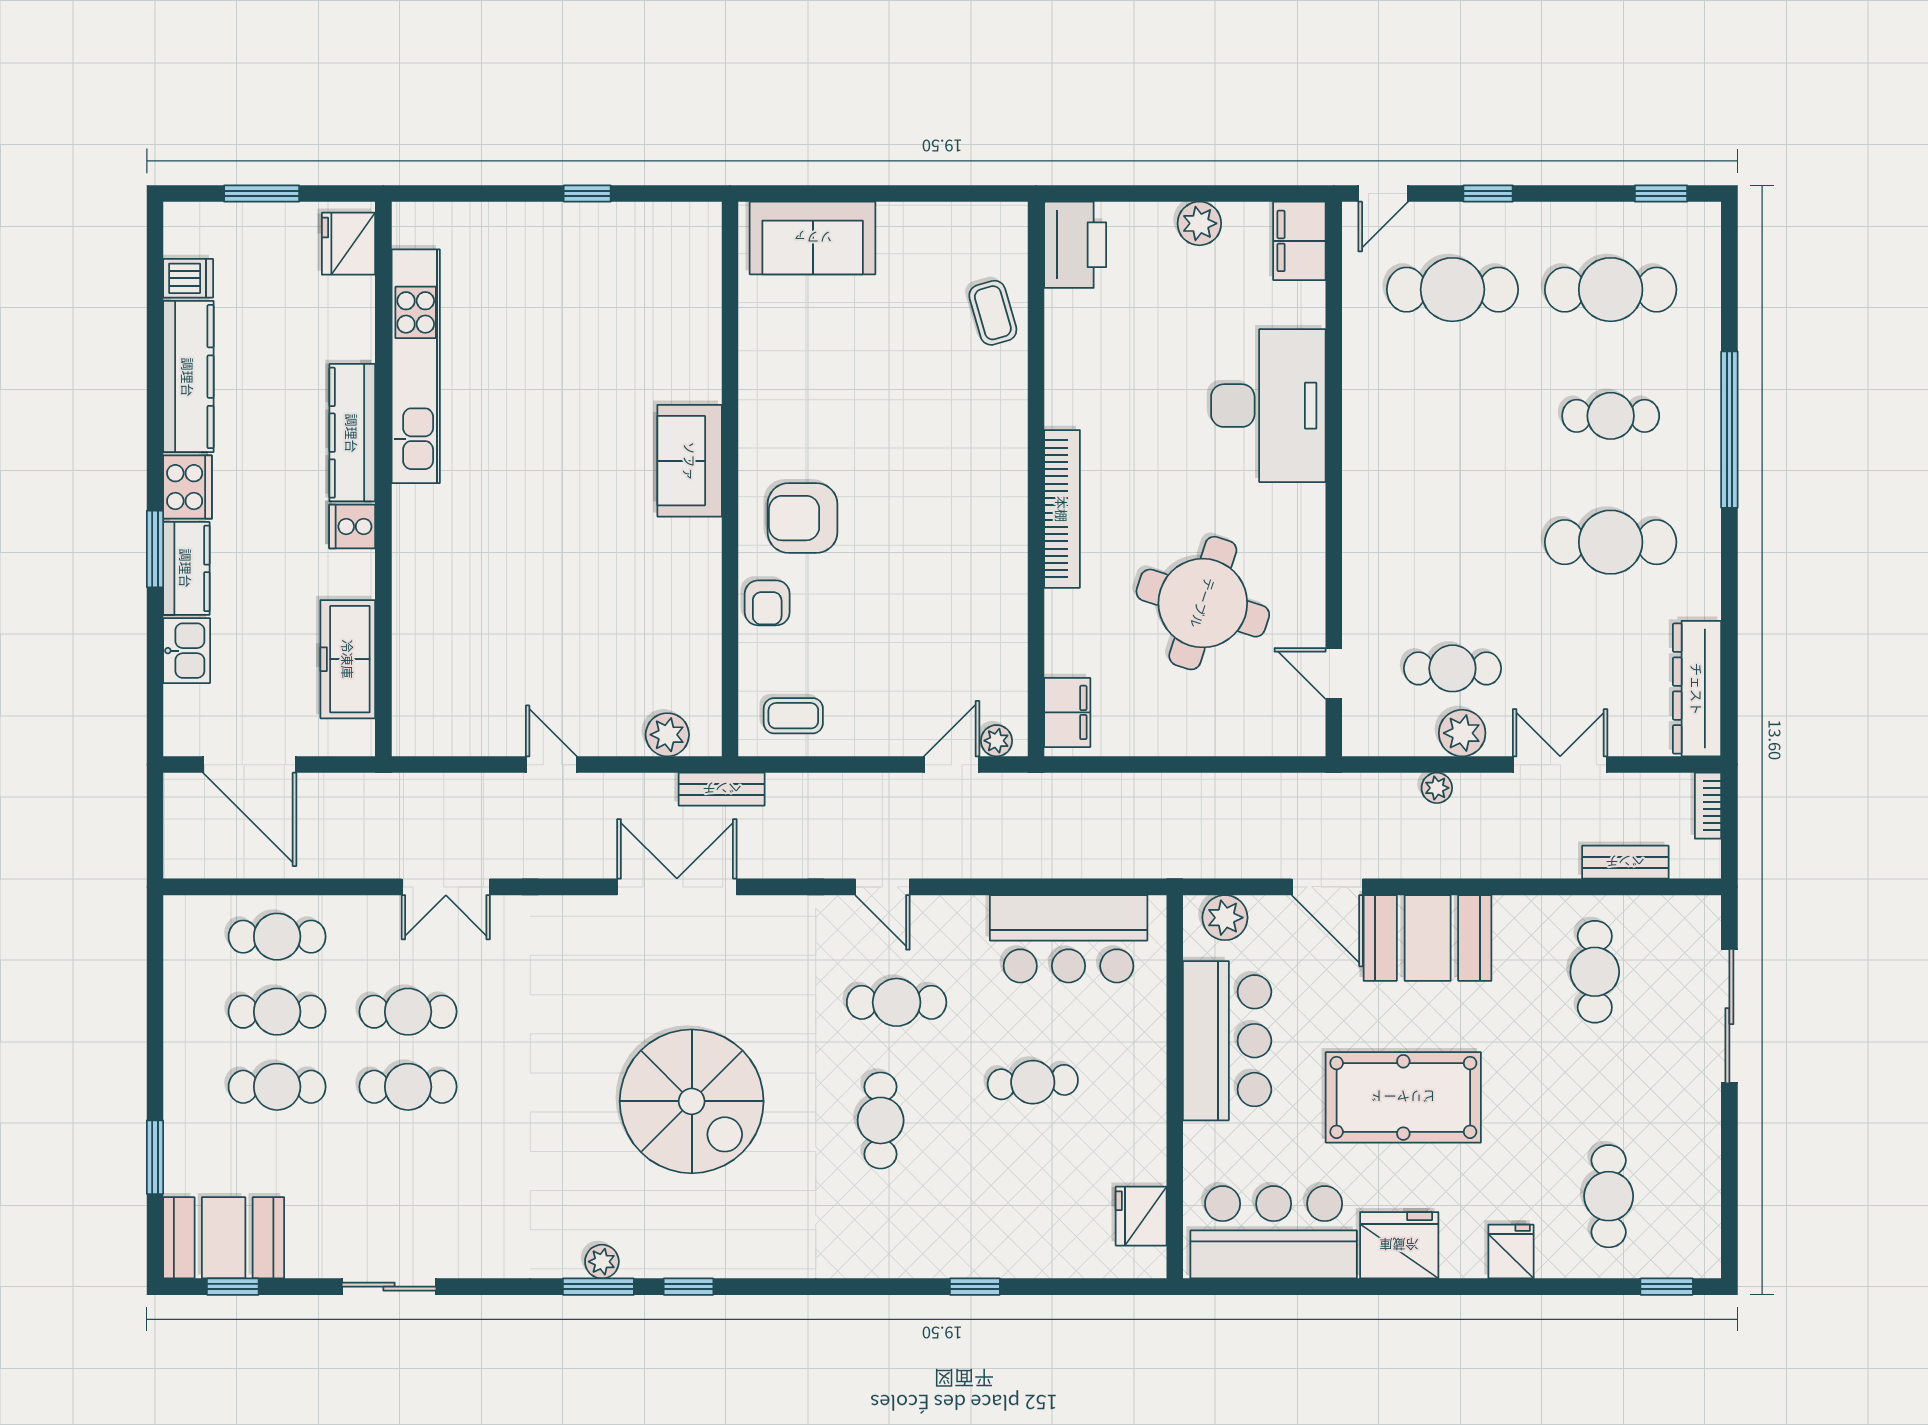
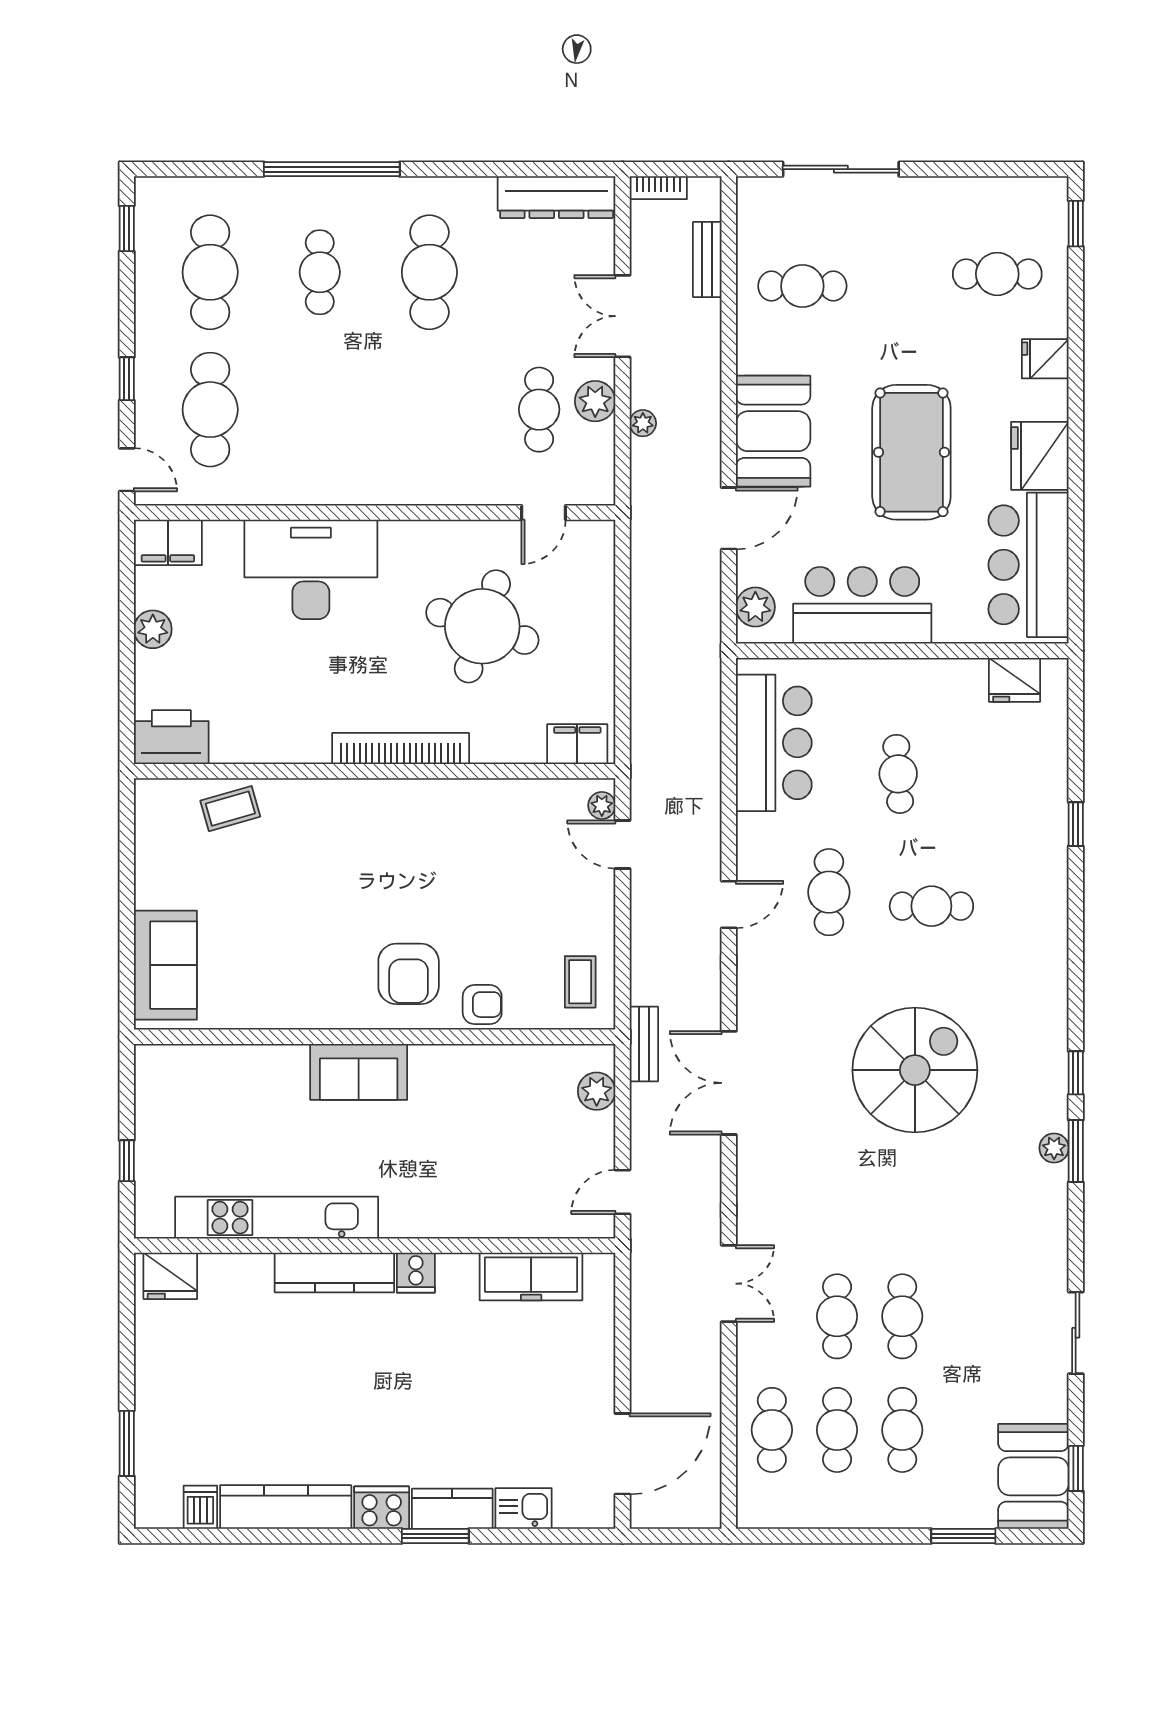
fridge: (348, 244) -> (170, 1276), moved
kitchen unit: (416, 366) -> (277, 1218), moved
kitchen counter: (352, 433) -> (334, 1273), moved
wall: (383, 479) -> (375, 1246), moved
cooker: (352, 526) -> (416, 1273), moved
freezer: (348, 659) -> (531, 1277), moved

